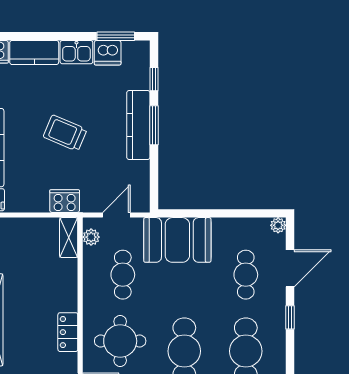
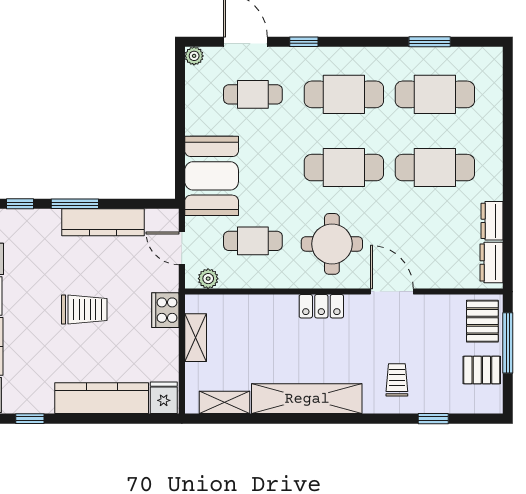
kitchen counter: (138, 125) -> (103, 222), moved
trolley: (65, 133) -> (84, 310), turned -113
shelving: (69, 238) -> (196, 338), moved, turned 90

